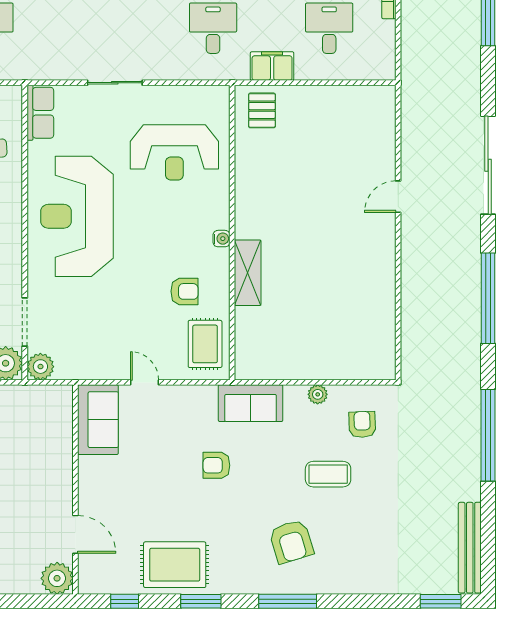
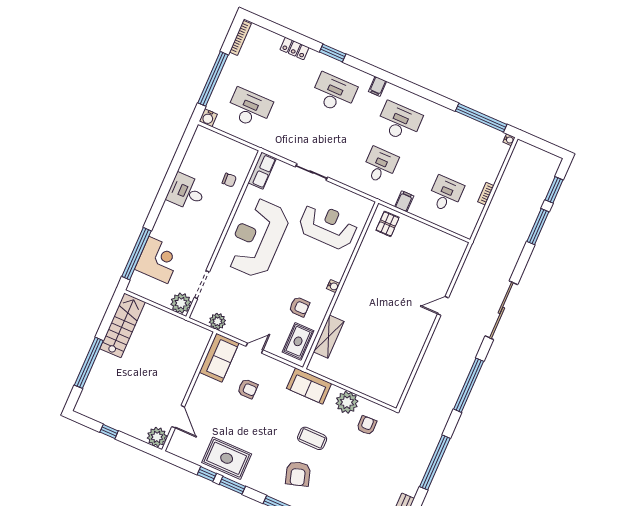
filing cabinet: (272, 66) -> (404, 201), width x0.50
reception desk: (174, 152) -> (328, 226), turned 180
shelving: (248, 273) -> (329, 337), moved
plant: (40, 367) -> (217, 321), moved
door: (145, 382) -> (254, 348), hinge flipped
plant: (318, 394) -> (347, 402), width x1.87, depth x1.87
armchair: (216, 465) -> (248, 389), moved, turned 180
coffee table: (328, 474) -> (312, 438), moved
window: (125, 601) -> (207, 474), moved

